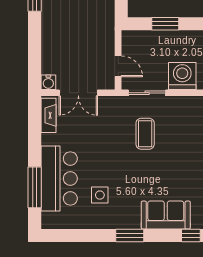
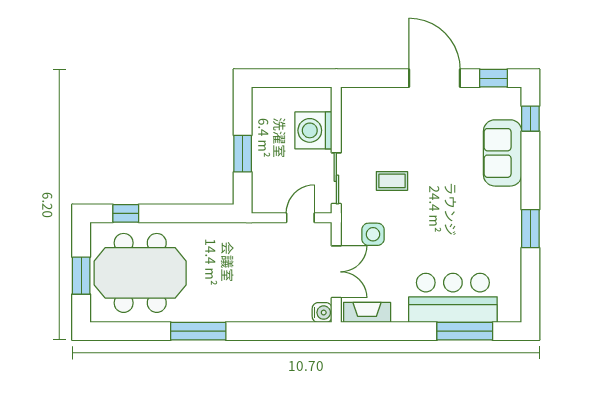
coffee table: (145, 134) -> (392, 181), width x0.73, depth x0.77
side table: (100, 195) -> (373, 234), moved
window: (130, 236) -> (530, 229), moved

